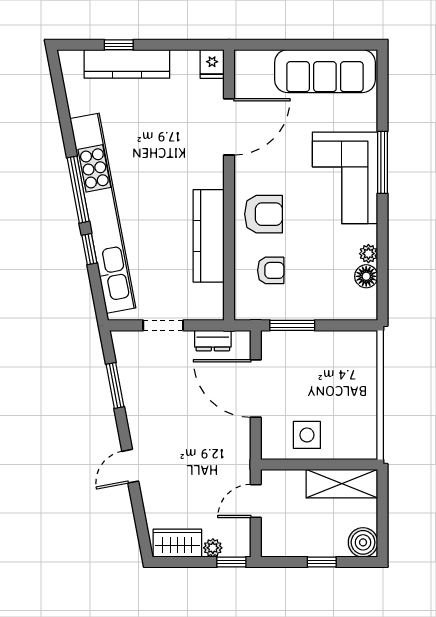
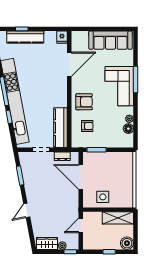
kitchen counter: (209, 236) -> (60, 128), moved

